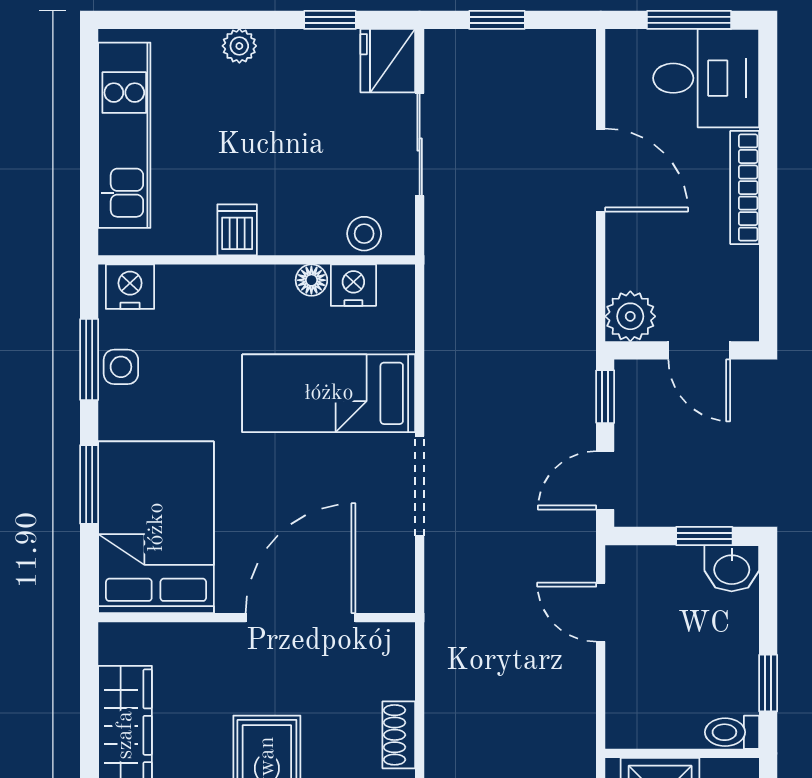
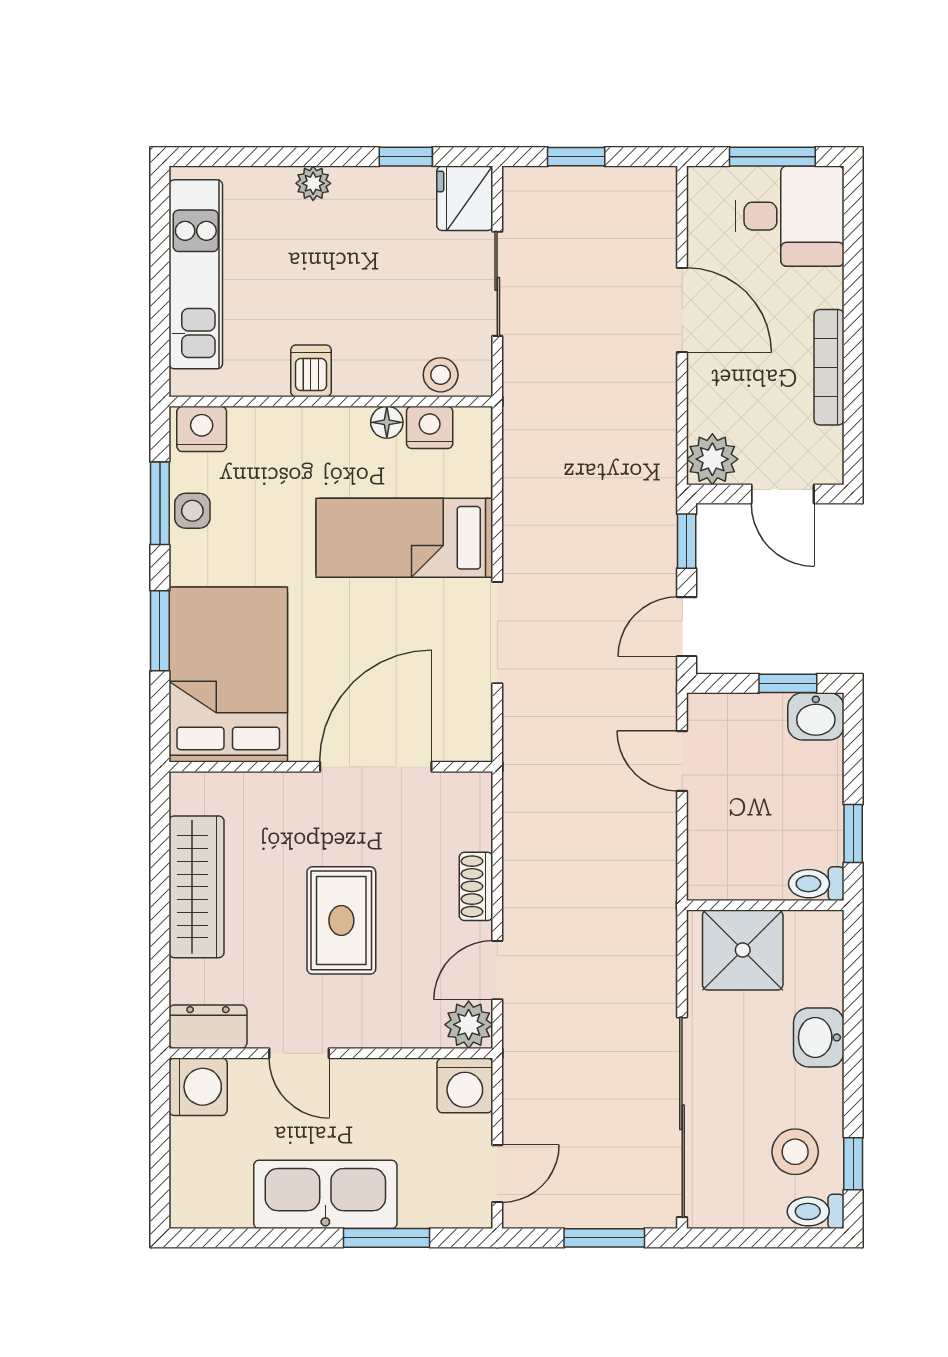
bookcase: (745, 188) -> (829, 367), moved

